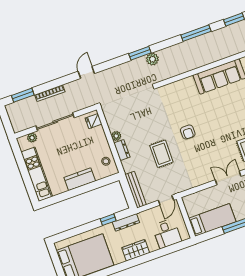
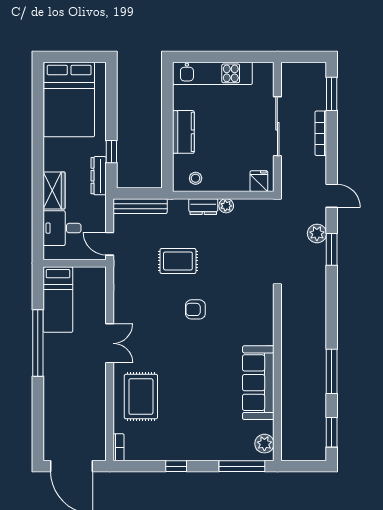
window: (140, 53) -> (332, 249), moved
plant: (152, 59) -> (317, 233), moved
plant: (32, 138) -> (267, 85), removed
wardrobe: (136, 250) -> (54, 190), moved

